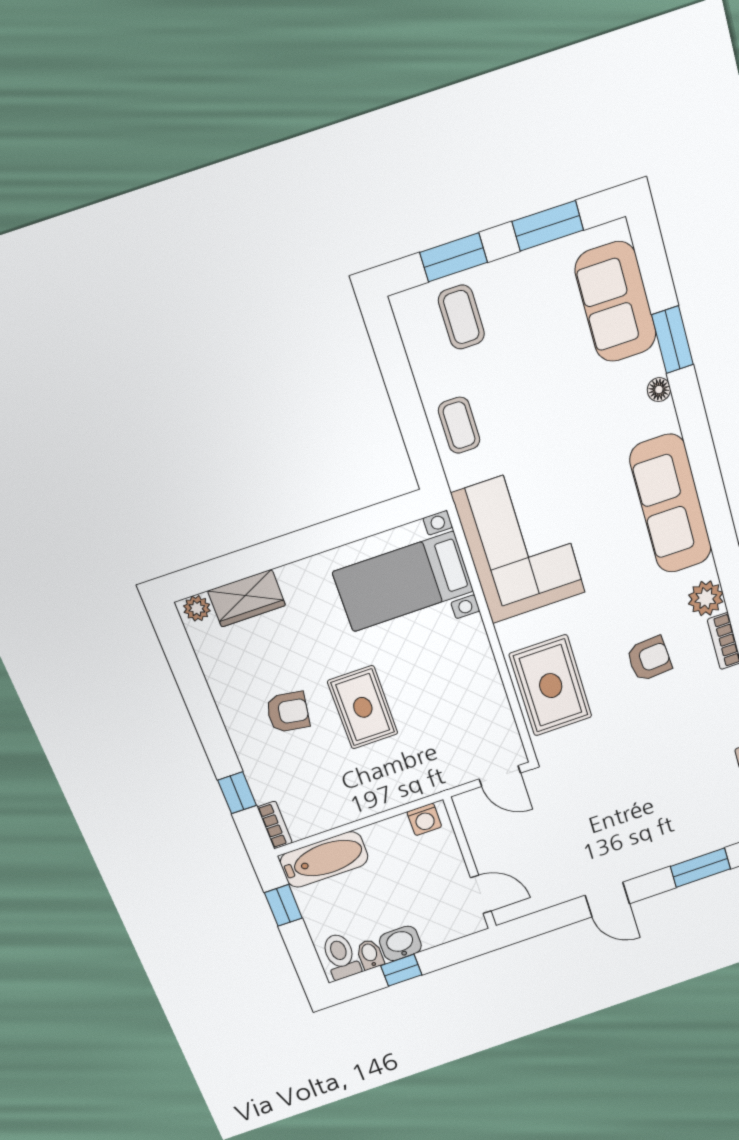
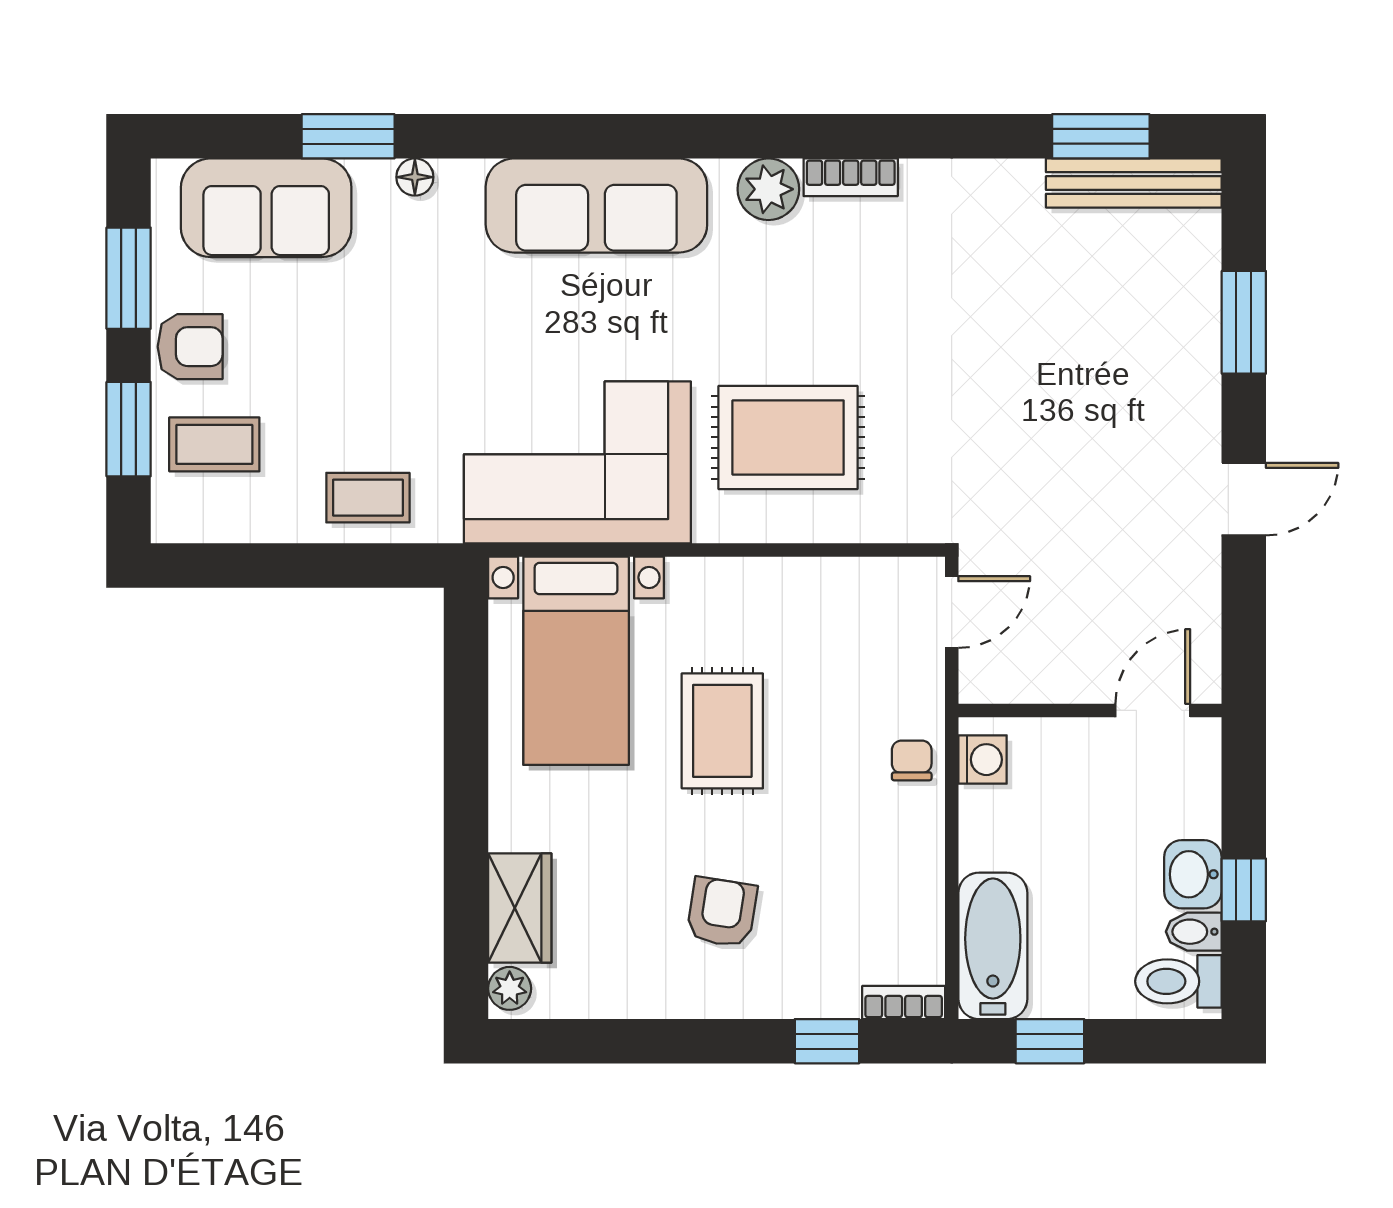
armchair: (649, 659) -> (190, 347), moved, turned 94
rug: (551, 686) -> (788, 437), moved
rug: (363, 707) -> (722, 731), moved, turned 90
chair: (411, 783) -> (912, 760), added

